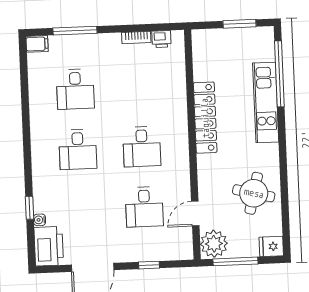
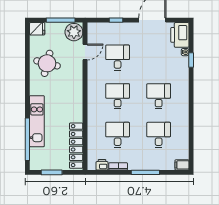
window: (75, 31) -> (145, 172), moved
desk: (139, 86) -> (118, 135), added
locker: (205, 118) -> (76, 146), moved

